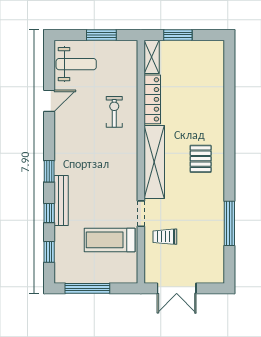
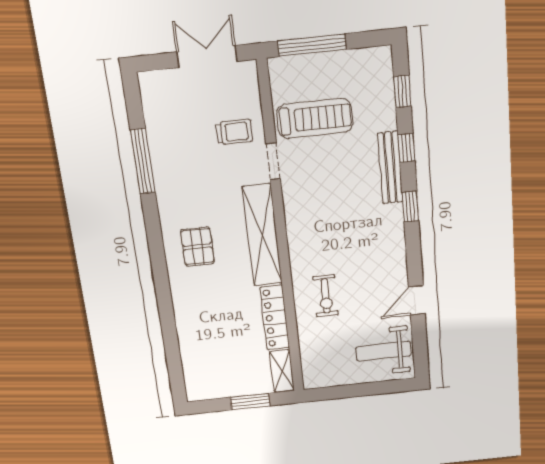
window: (101, 35) -> (353, 391), removed
window: (87, 288) -> (312, 45), moved

